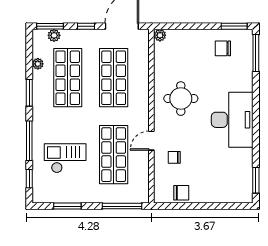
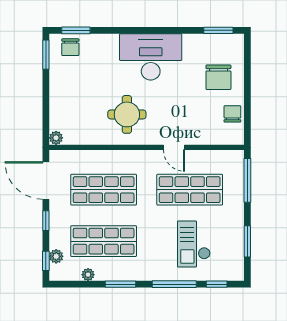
window: (50, 26) -> (46, 261), width x0.67
chair: (223, 48) -> (70, 47), moved
window: (256, 53) -> (76, 30), width x0.69
chair: (174, 157) -> (218, 77), moved, width x1.87, depth x1.87

